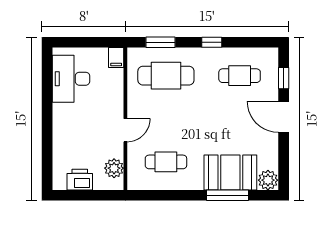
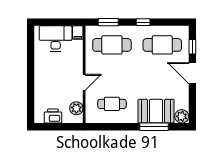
cafe table: (240, 76) -> (162, 45), width x1.37, depth x1.35
desk: (71, 79) -> (56, 38), moved, turned 90

